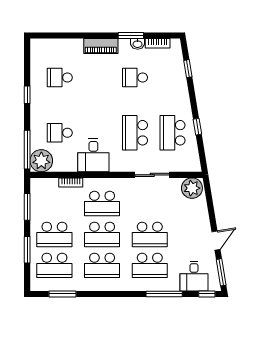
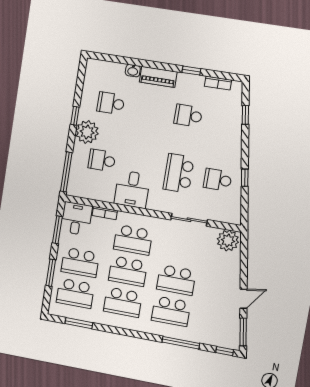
window: (131, 35) -> (191, 71), width x0.67
washbasin: (138, 44) -> (133, 71), moved
school desk: (173, 133) -> (218, 180), width x0.54
plant: (41, 161) -> (87, 132), moved
desk: (194, 276) -> (76, 219), moved, turned 180

